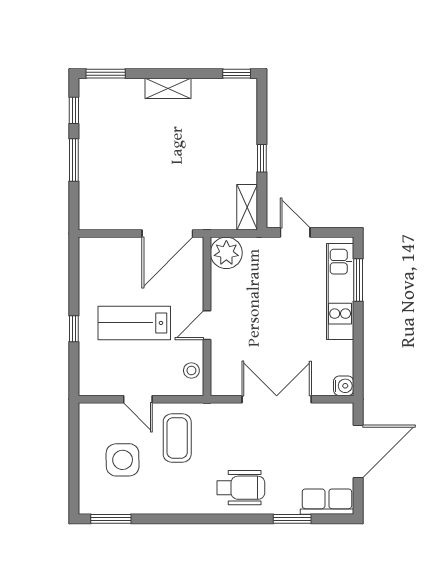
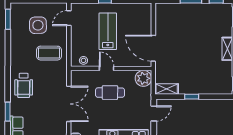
cafe table: (254, 318) -> (110, 93), added
door: (138, 399) -> (69, 18), moved

